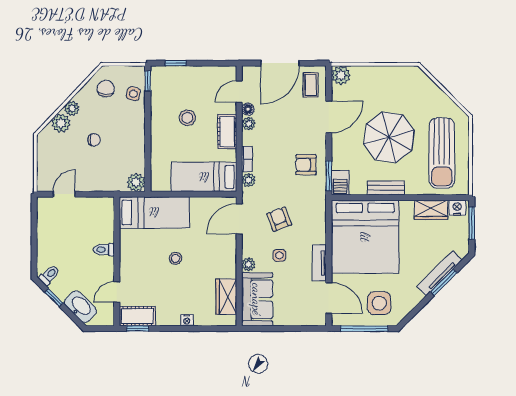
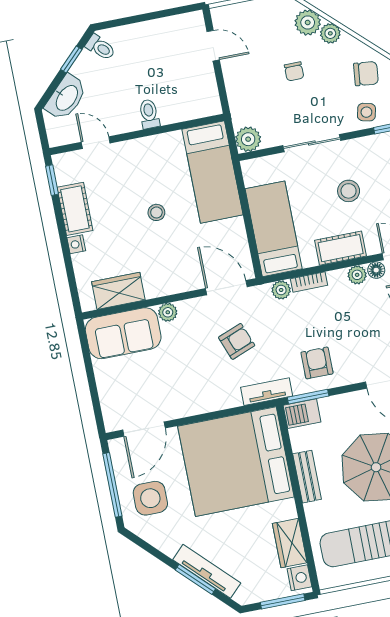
sliding door: (148, 137) -> (312, 143), added
side table: (279, 255) -> (188, 351), removed
tv unit: (319, 263) -> (267, 392), moved
cot: (137, 316) -> (75, 209), moved

